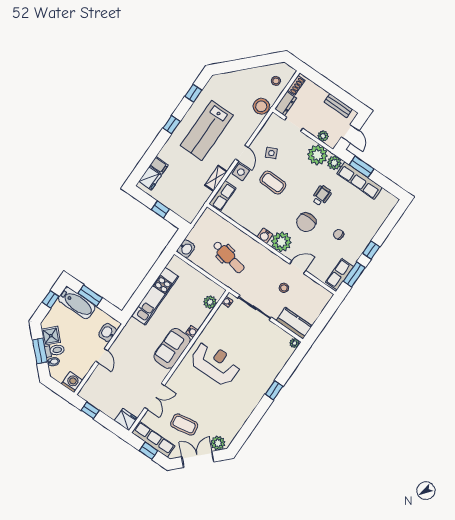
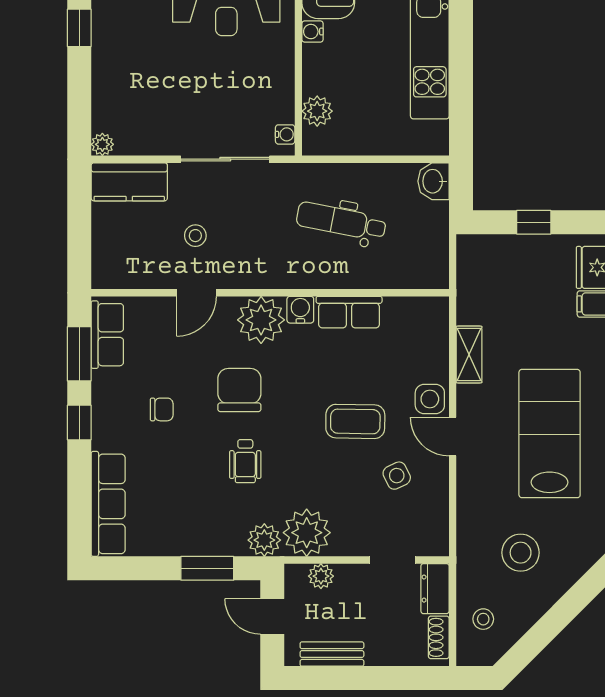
stool: (261, 106) -> (521, 553), moved
row of seats: (359, 181) -> (108, 504), moved, turned 90
row of seats: (222, 196) -> (349, 312), moved, turned -90

